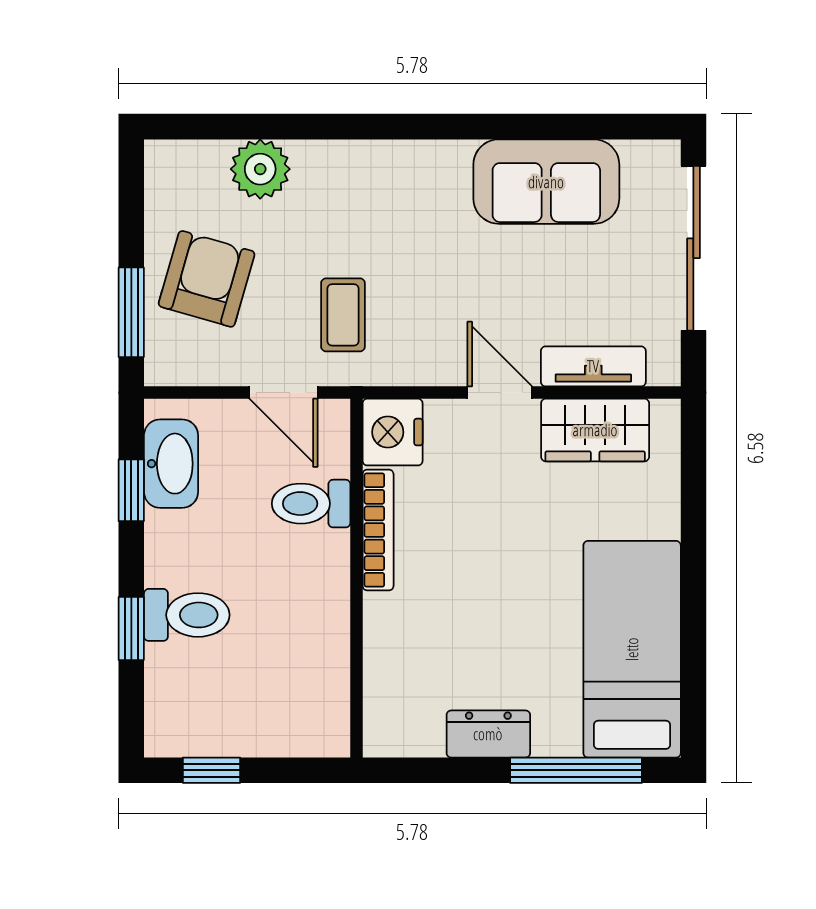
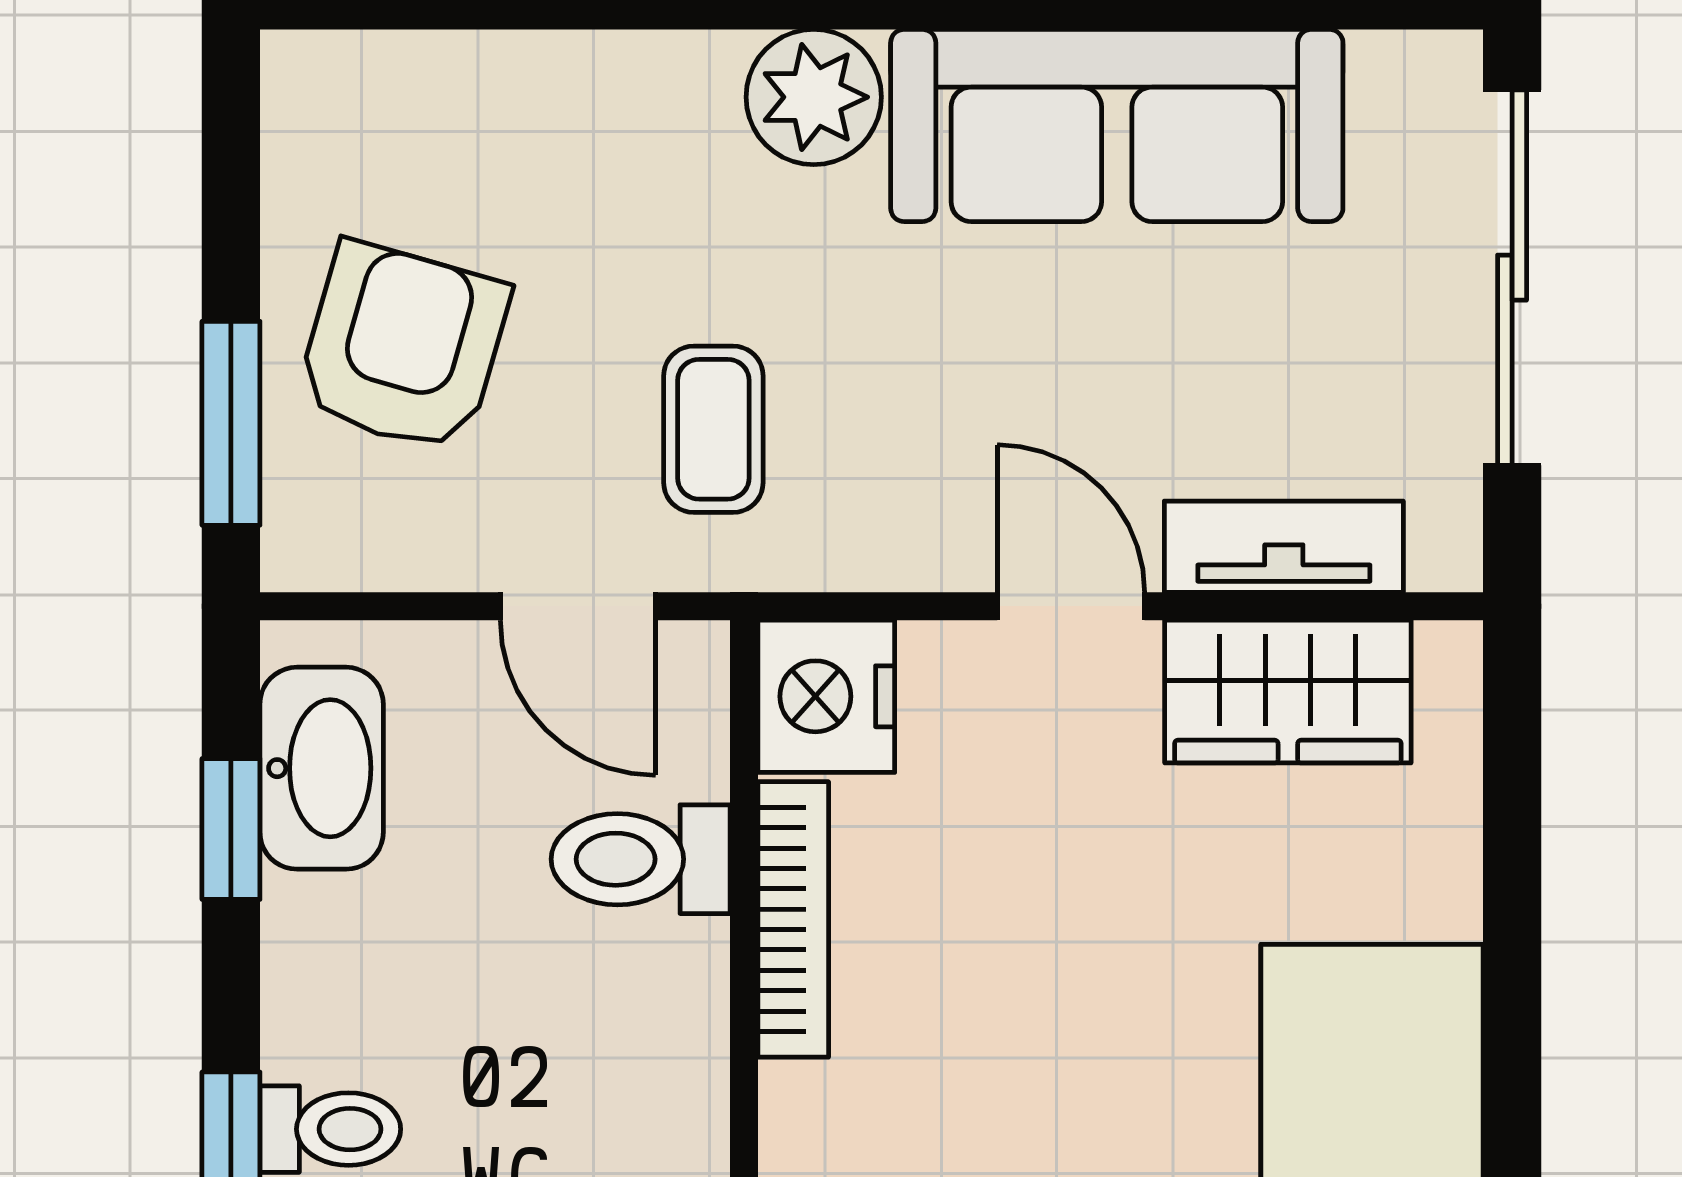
plant: (260, 169) -> (814, 97), moved
sofa: (546, 182) -> (1117, 125), width x1.36
toilet: (187, 615) -> (330, 1129), width x0.73, depth x0.72

